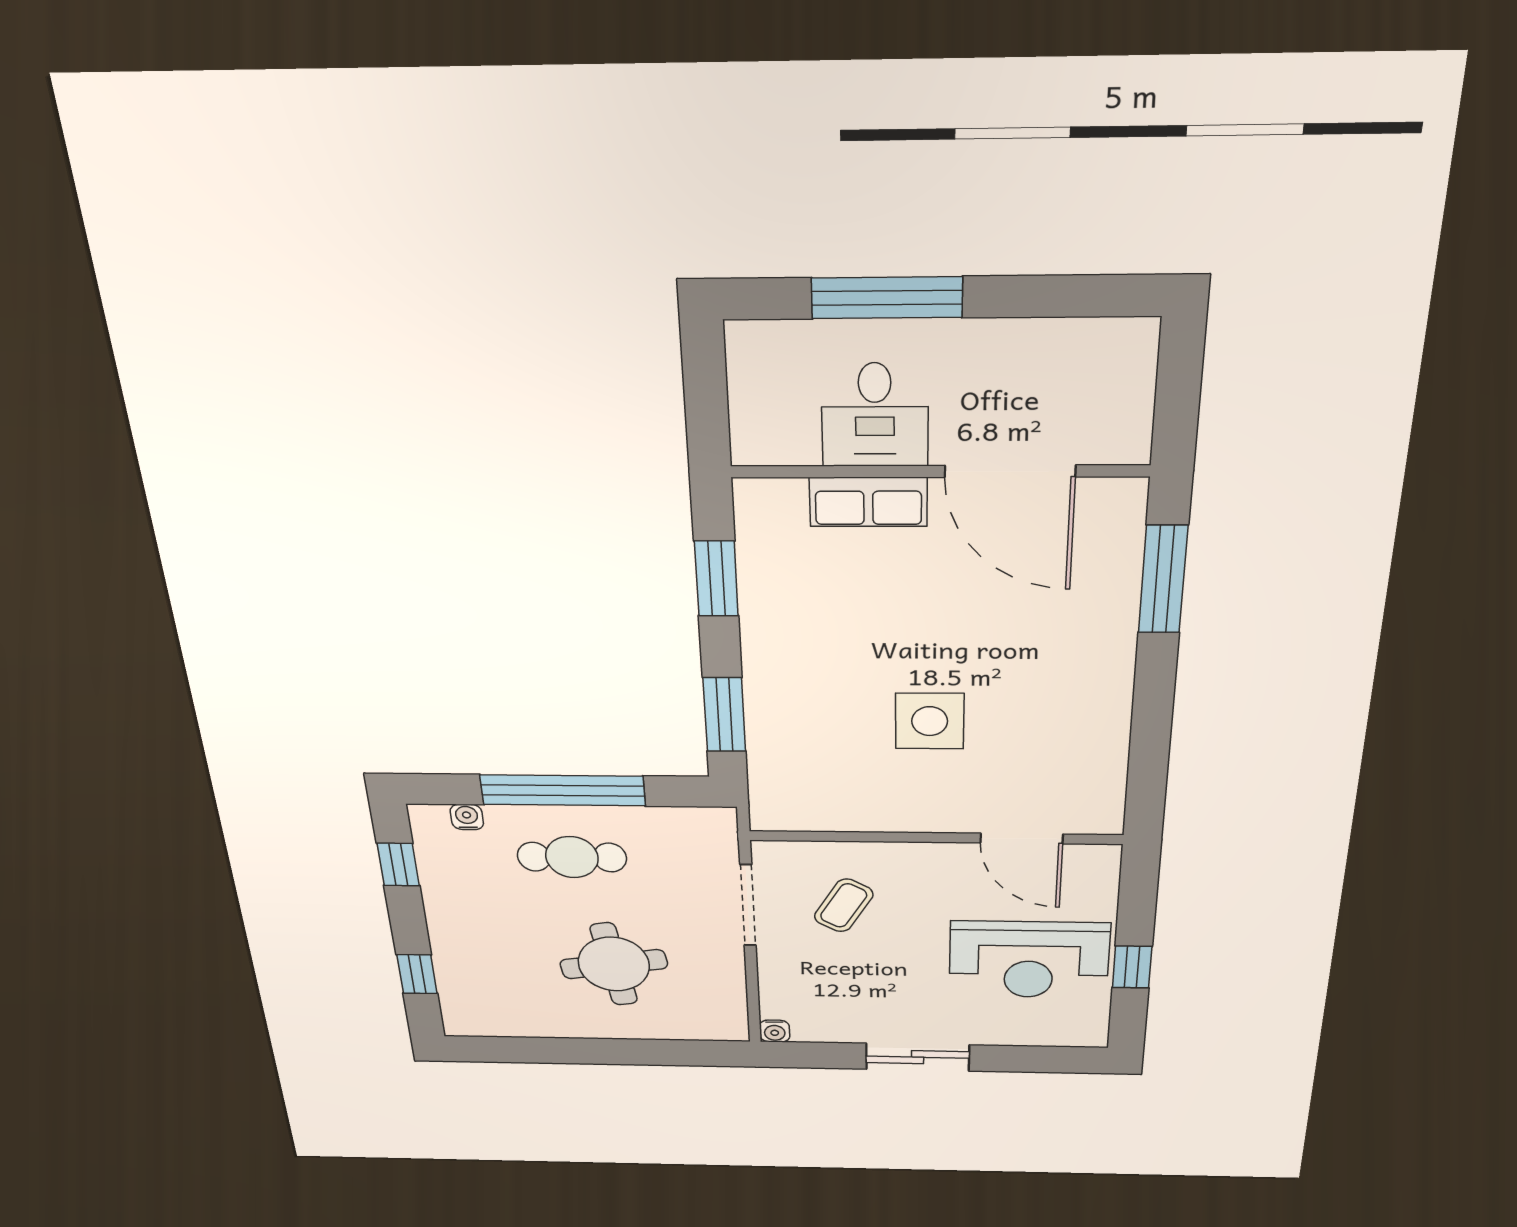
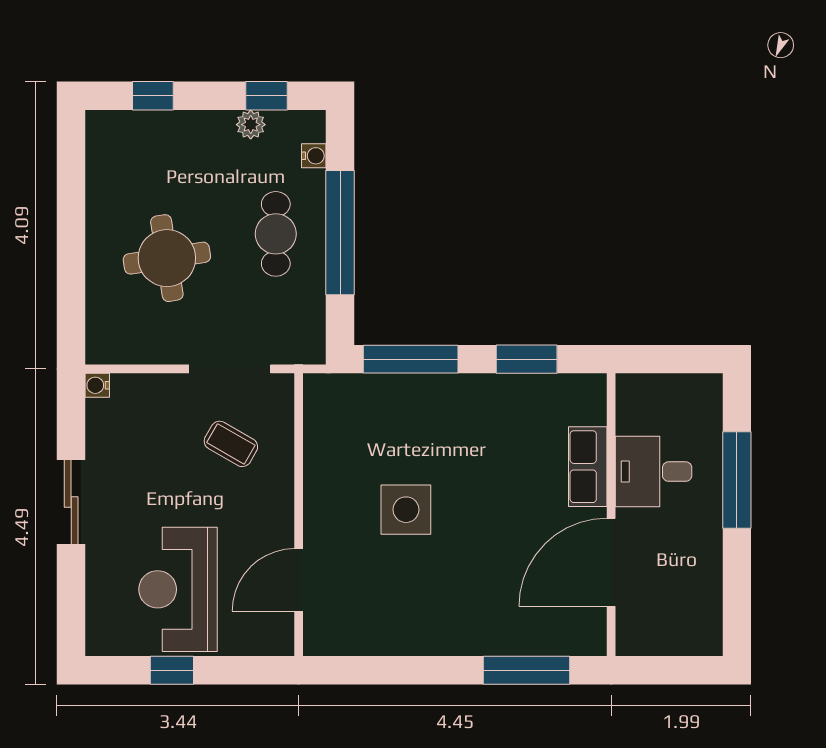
window: (724, 715) -> (411, 359), width x1.44
plant: (437, 881) -> (251, 125), added

